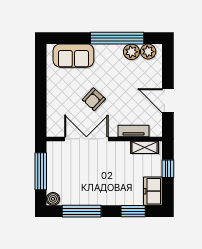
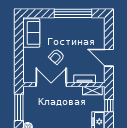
plant: (131, 52) -> (83, 23), removed
plant: (148, 52) -> (95, 23), removed
sofa: (73, 56) -> (31, 33), moved, turned -90

